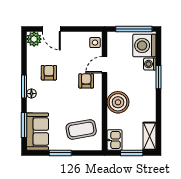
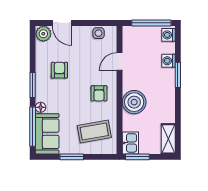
side table: (95, 43) -> (99, 33), moved
washing machine: (144, 46) -> (169, 35), width x0.53, depth x0.53
armchair: (86, 81) -> (99, 93), moved, turned 180
floor lamp: (31, 94) -> (41, 107), moved
window: (24, 125) -> (33, 127), width x1.44
window: (132, 153) -> (137, 157), moved

